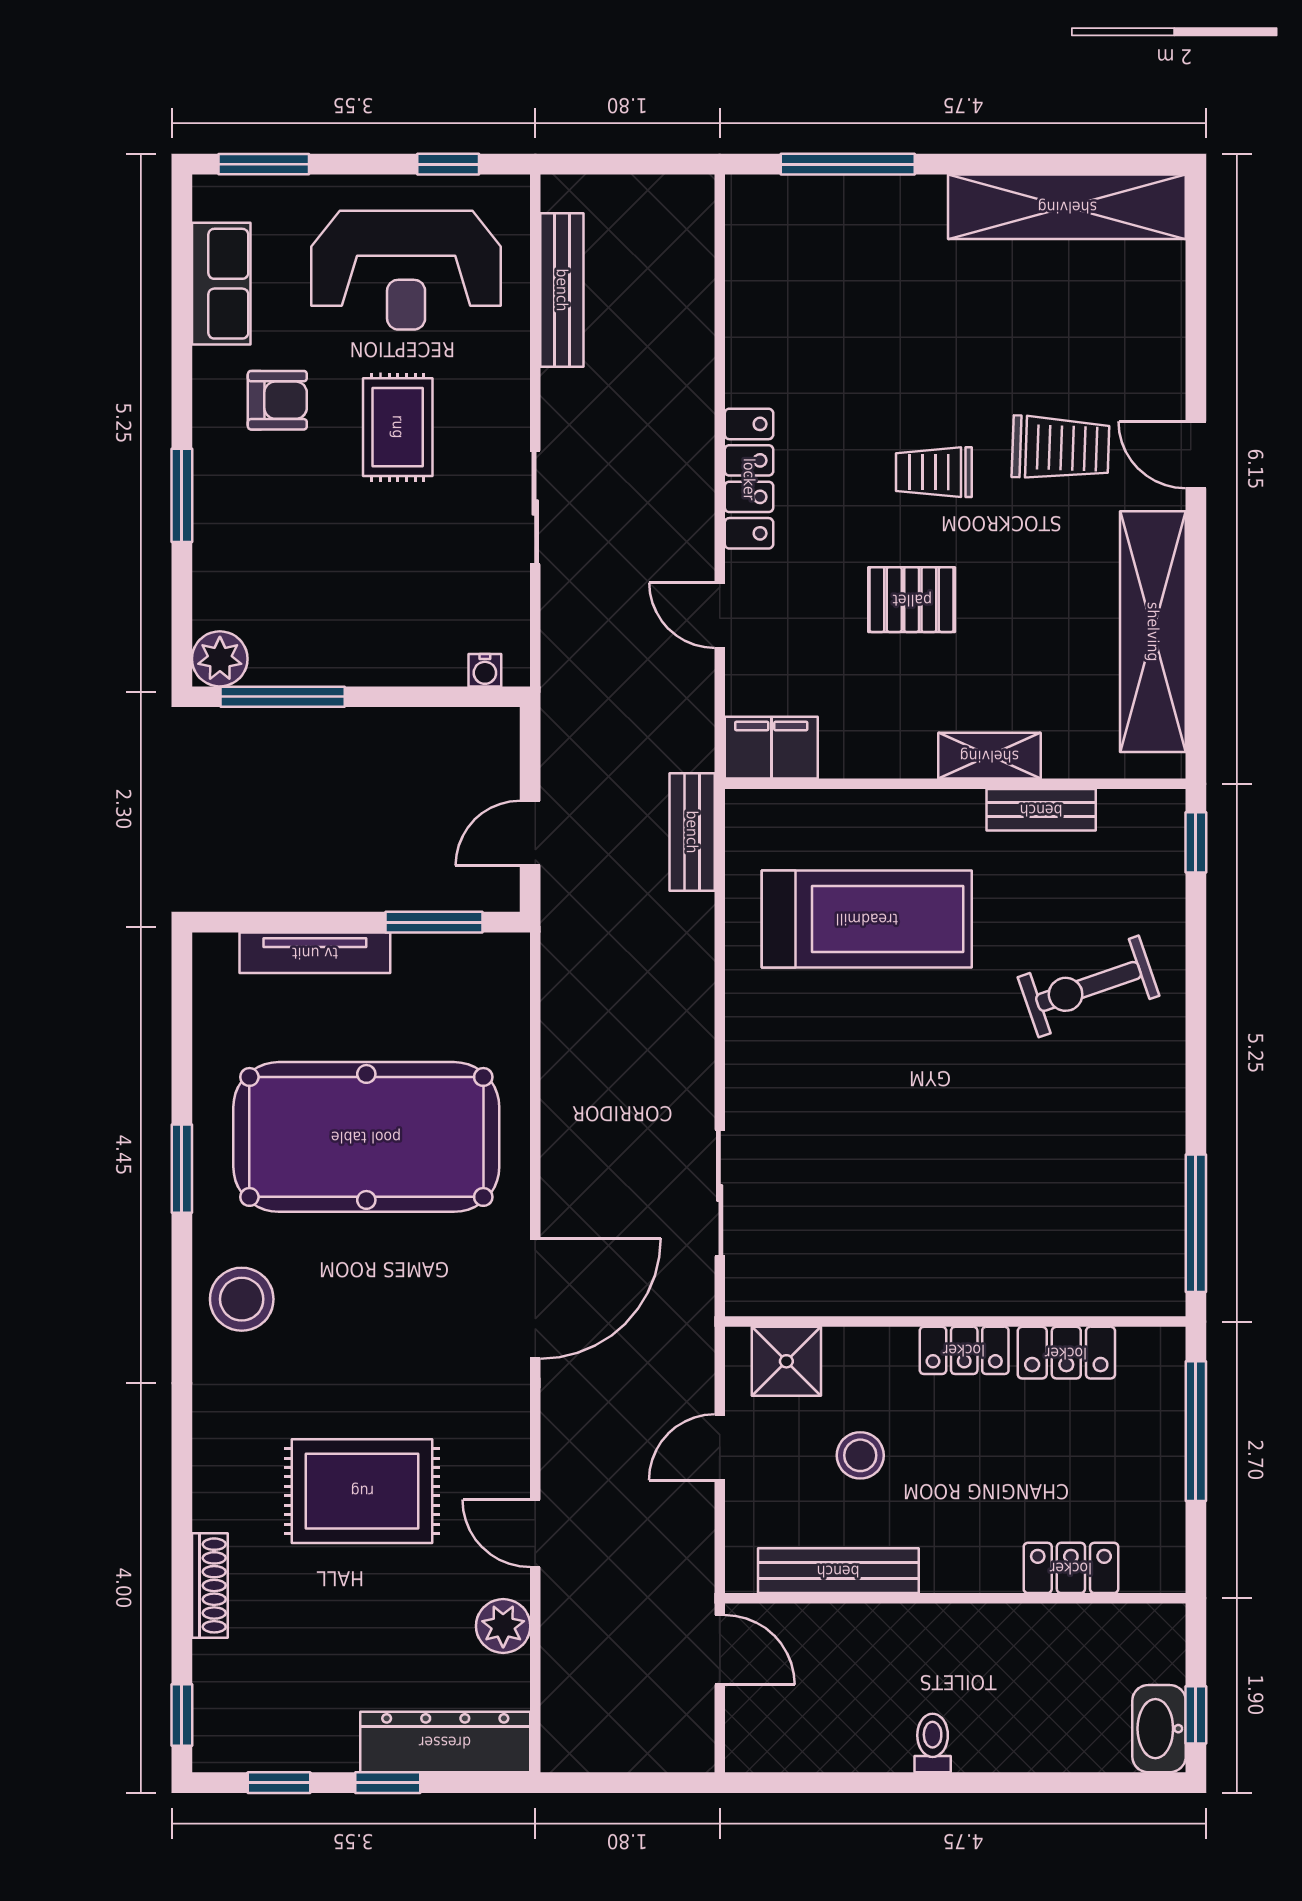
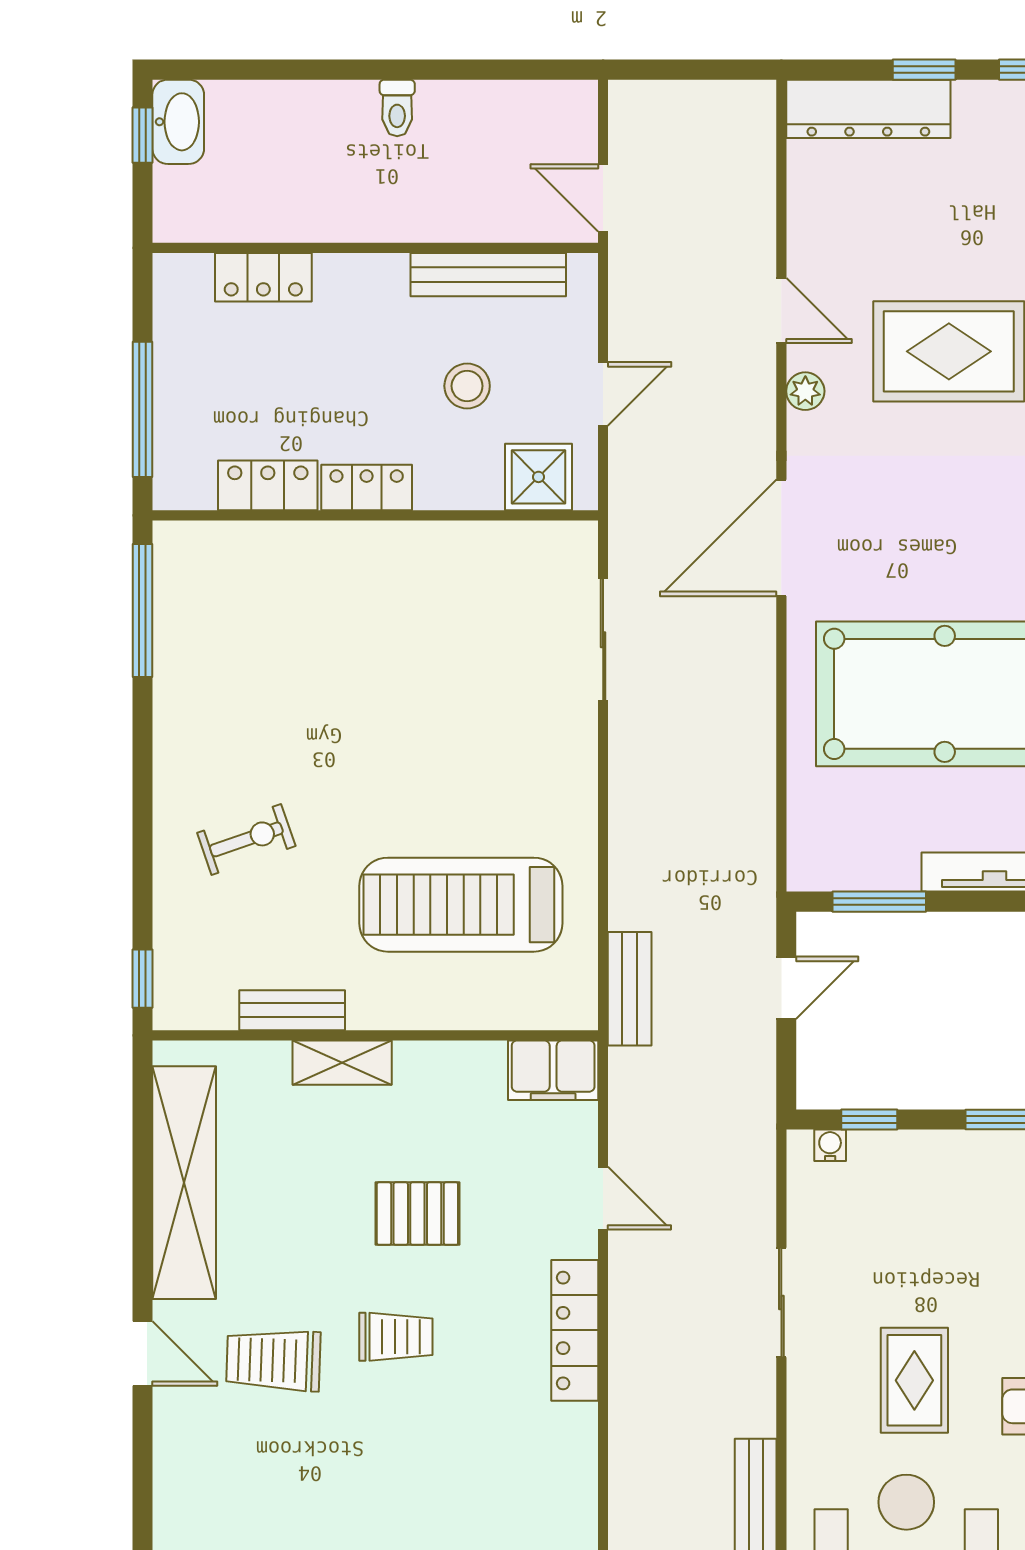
window: (444, 697) -> (869, 1120), added
exercise bike: (1089, 986) -> (246, 839), width x0.73, depth x0.72
plant: (503, 1626) -> (805, 391), moved, width x0.73, depth x0.73

